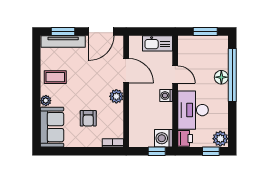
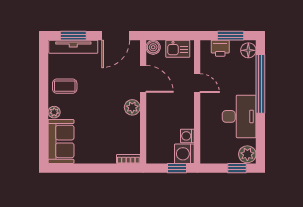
boiler: (135, 42) -> (153, 47), added
kitchen sink: (157, 43) -> (178, 49), width x0.73
floor lamp: (221, 77) -> (248, 50), moved
washing machine: (166, 96) -> (187, 136), moved
desk: (193, 110) -> (239, 116), moved, turned 180
armchair: (88, 118) -> (101, 132), removed
printer: (185, 138) -> (220, 48), moved, turned 90

